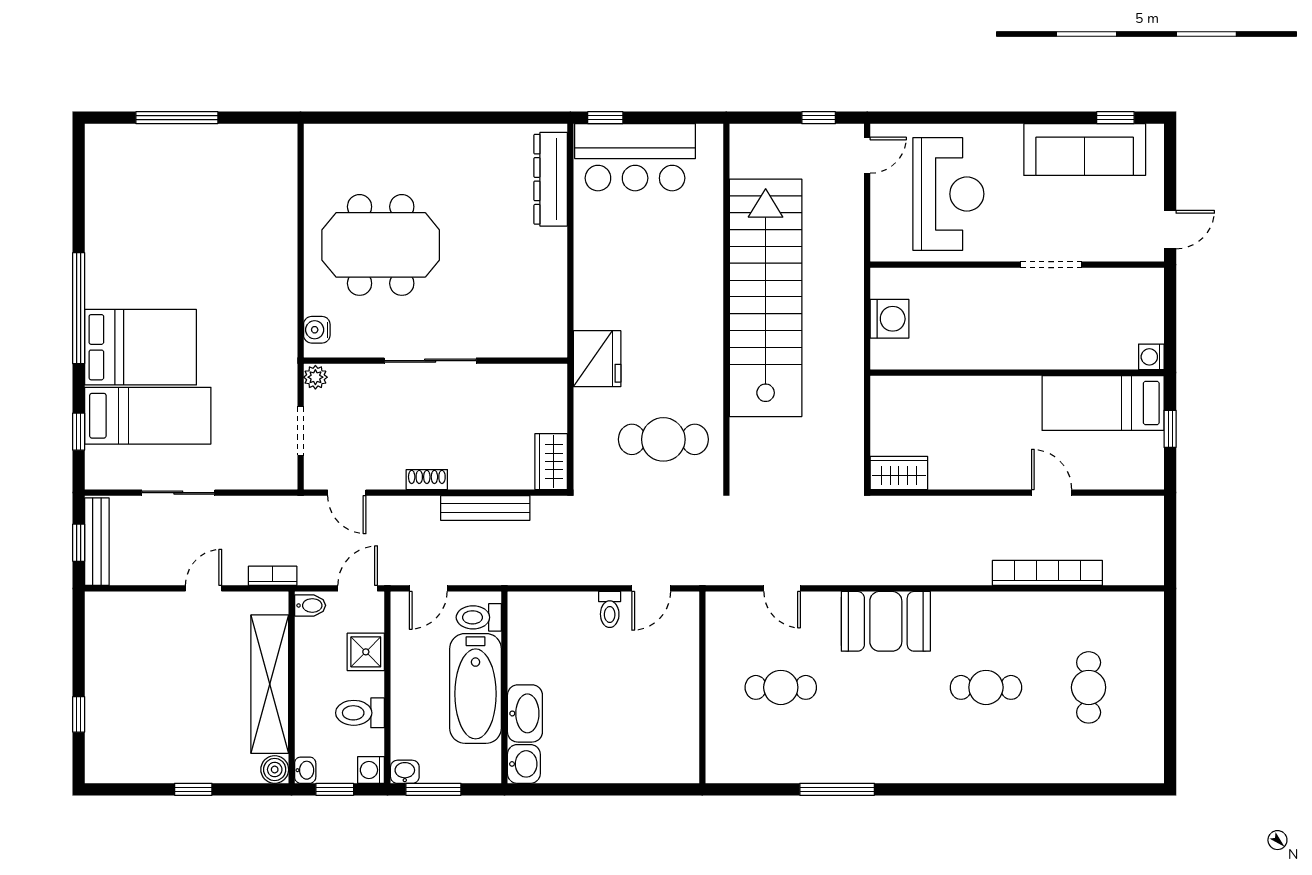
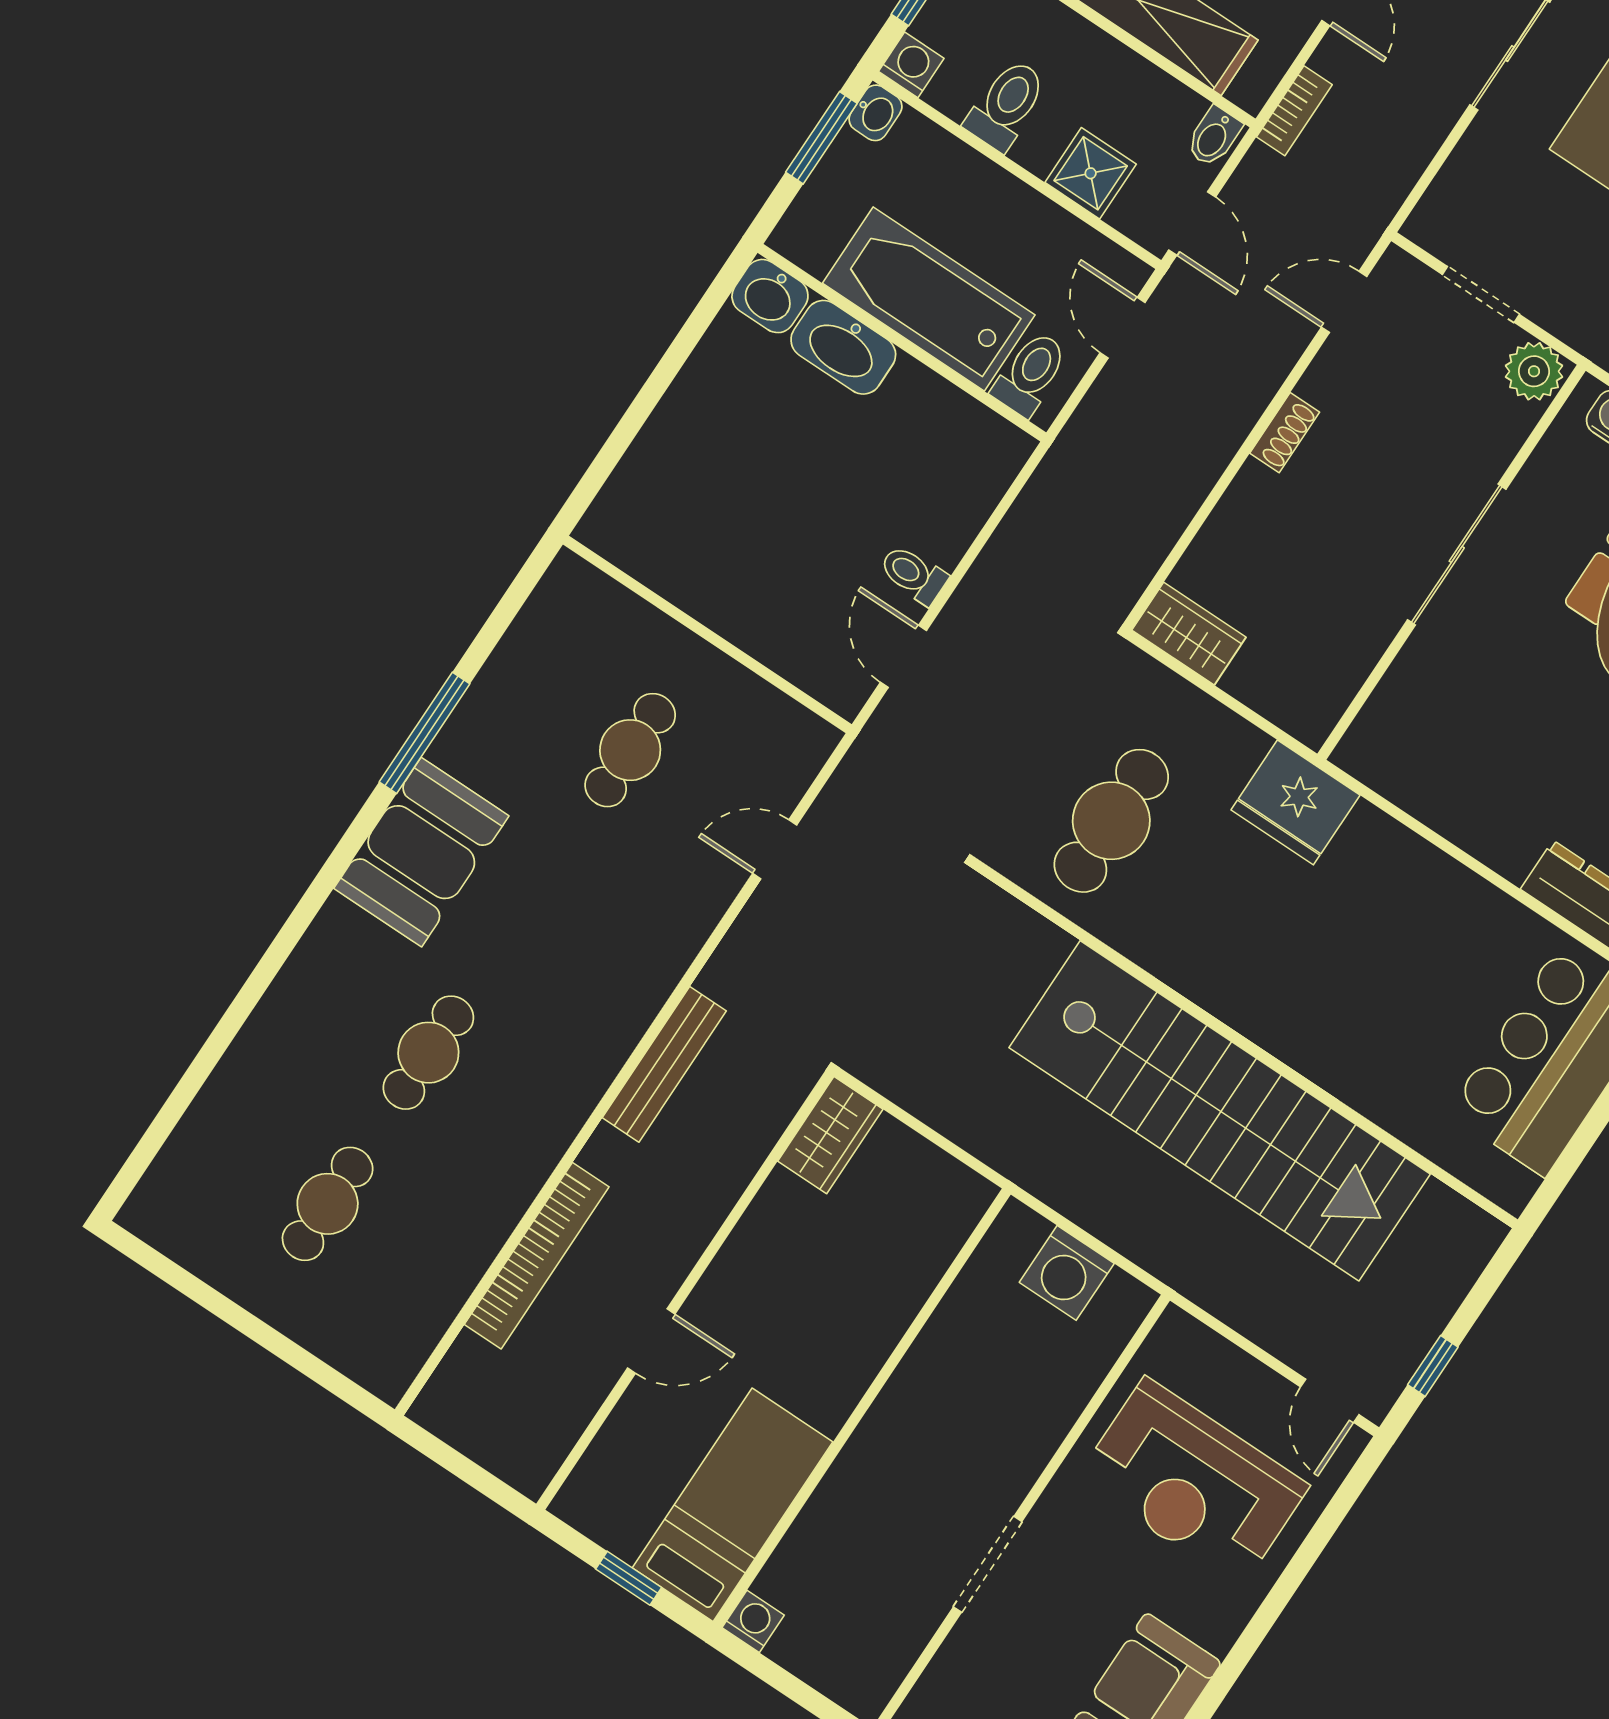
plant: (315, 377) -> (1534, 371), width x1.38, depth x1.38
bench: (485, 508) -> (664, 1064), moved
booth: (886, 621) -> (421, 852), moved
cafe table: (1089, 687) -> (328, 1204), turned 90

